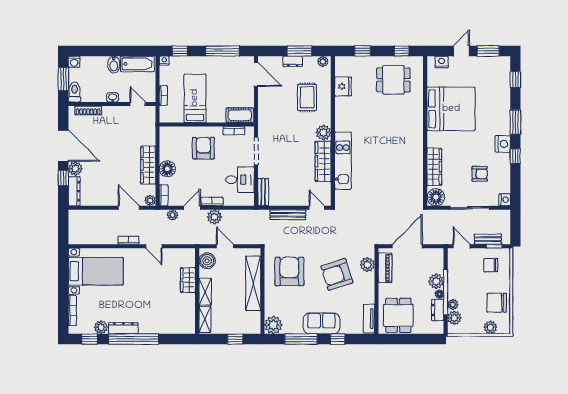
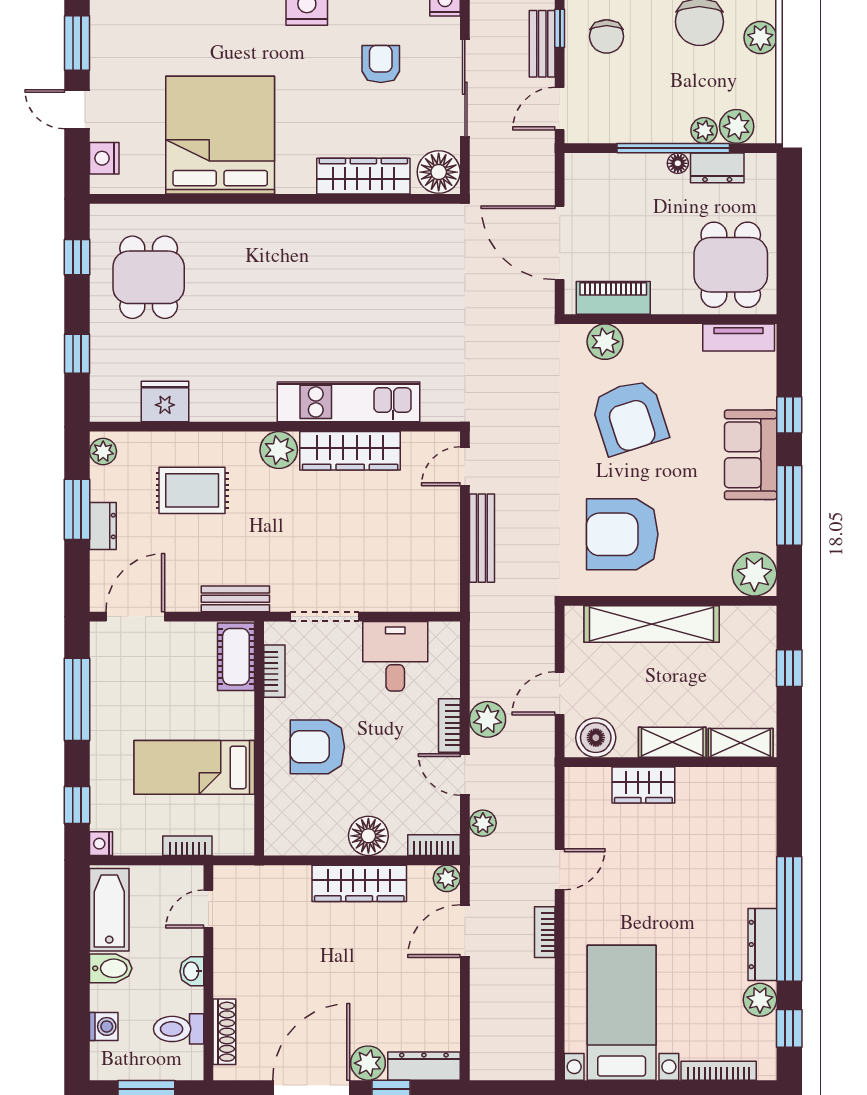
washing machine: (74, 62) -> (104, 1026), moved
toilet: (75, 92) -> (179, 1029), moved
bench: (263, 192) -> (235, 599), moved
plant: (436, 281) -> (646, 172), removed
dining table: (398, 315) -> (731, 265), turned 90

